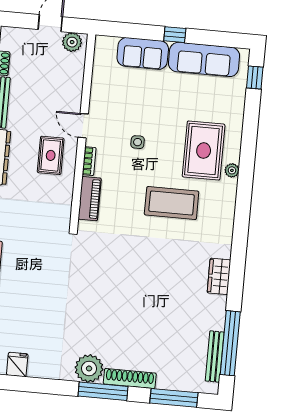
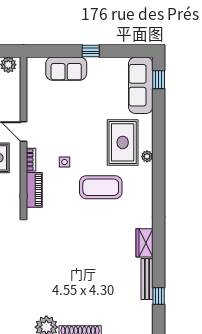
sofa: (204, 59) -> (141, 85), moved, turned 90
side table: (138, 142) -> (64, 162), moved
window: (230, 343) -> (159, 296), width x0.32
bench: (215, 357) -> (147, 279), moved

